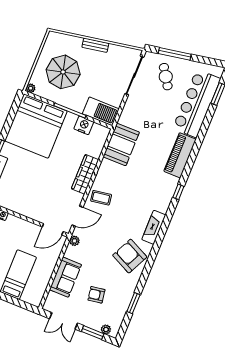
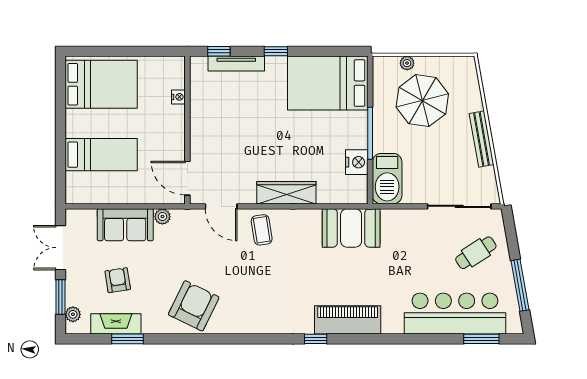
bench: (95, 45) -> (482, 139), width x1.36
window: (175, 54) -> (520, 285), moved
plant: (31, 88) -> (407, 63), moved
bed: (36, 126) -> (328, 83), width x0.73
piano: (180, 155) -> (348, 320), moved
fireplace: (154, 227) -> (116, 324), moved
plant: (74, 241) -> (162, 217), moved

